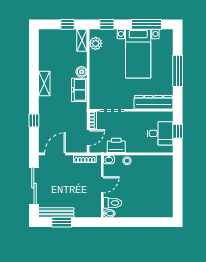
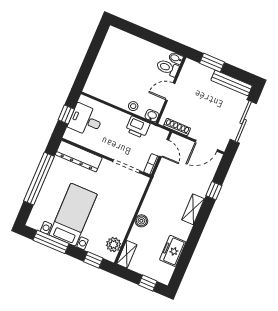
window: (68, 24) -> (148, 283), moved
window: (178, 71) -> (39, 179), width x1.46
shelving: (44, 84) -> (193, 209), moved
freezer: (79, 90) -> (173, 251), moved, turned 180
door: (88, 138) -> (164, 148), swing flipped
window: (62, 222) -> (212, 63), moved

